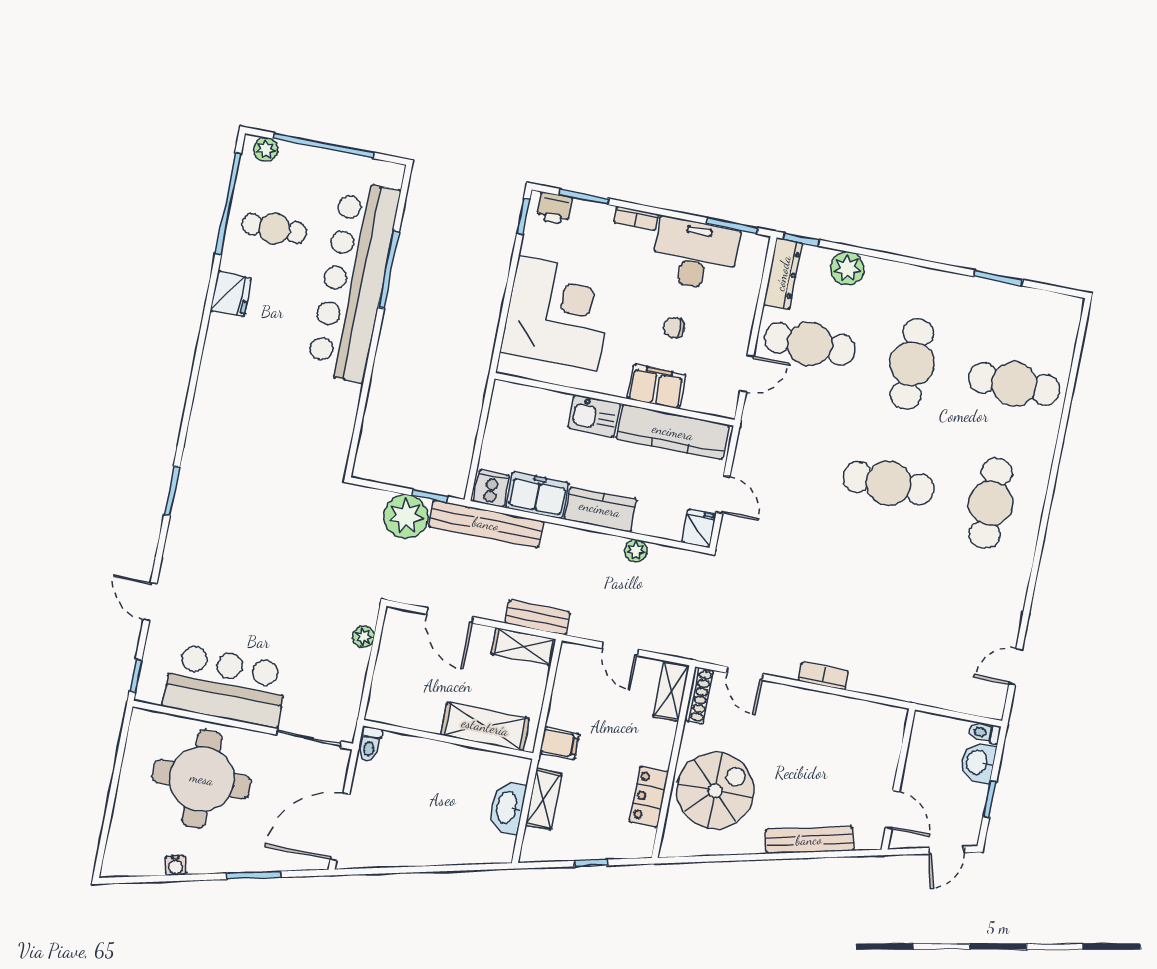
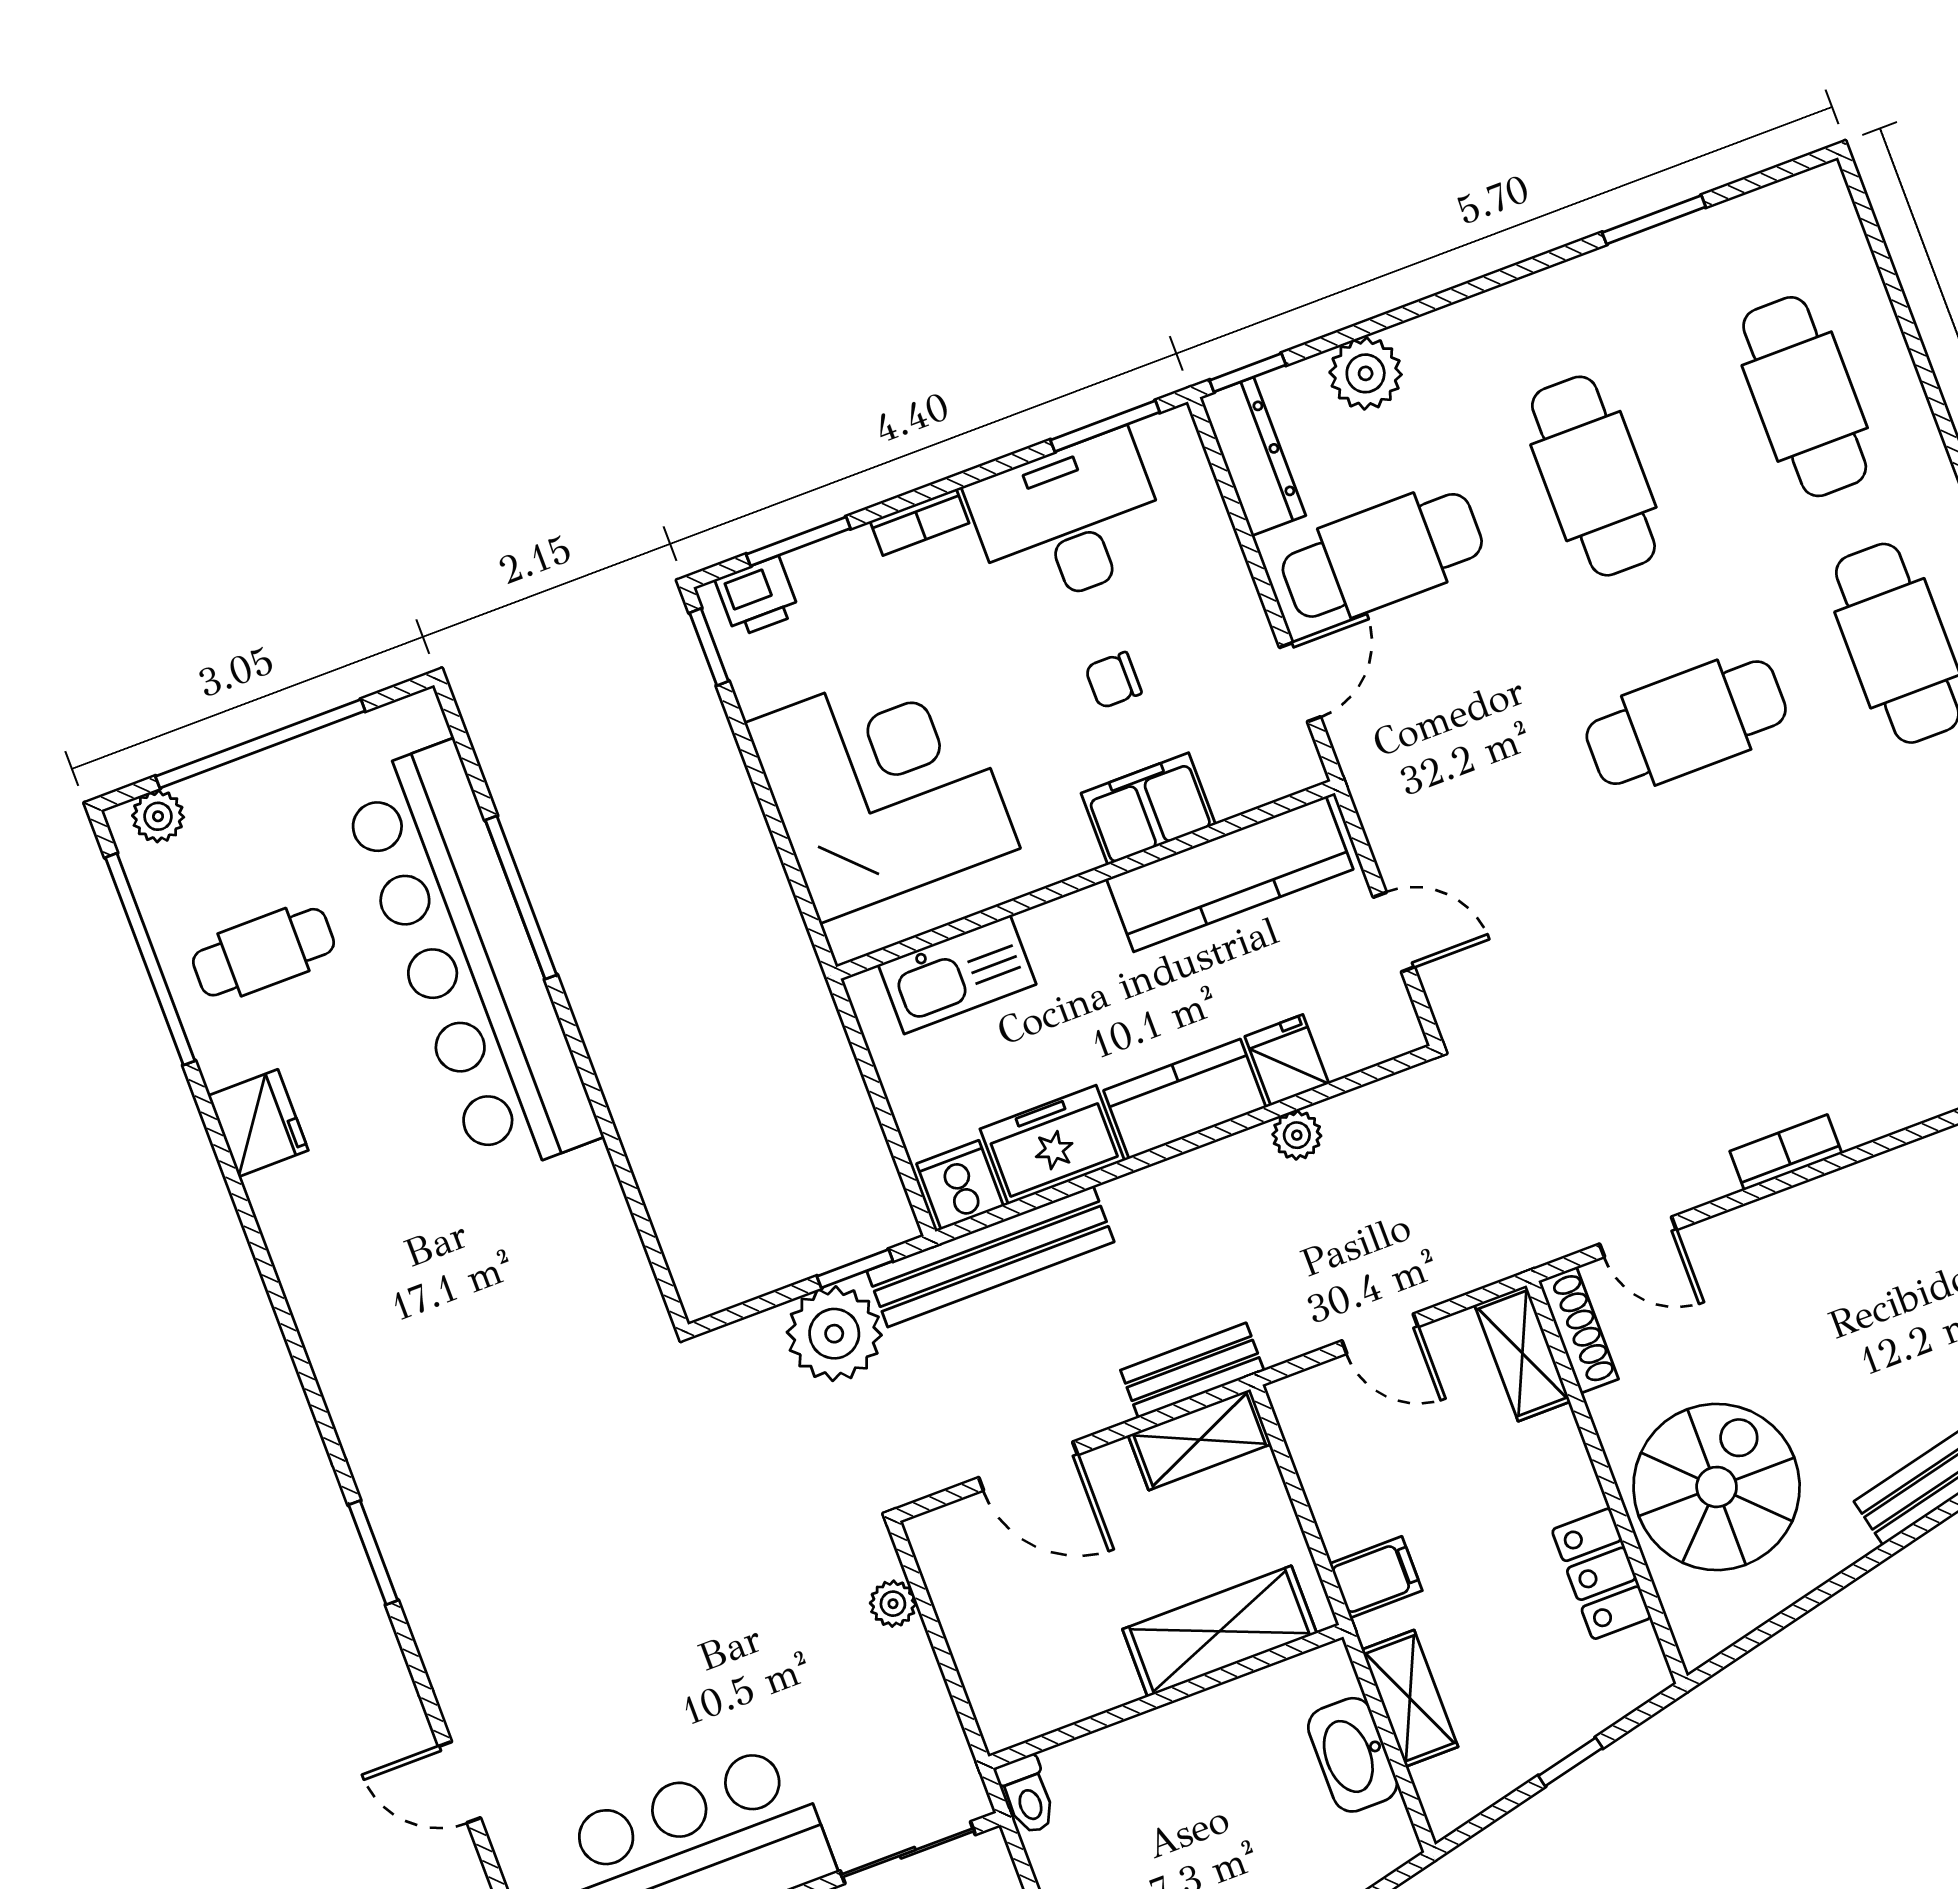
cafe table: (1014, 384) -> (1805, 397), turned 90
kitchen sink: (594, 416) -> (957, 974), moved, width x1.38
fridge: (699, 528) -> (1287, 1060), moved

